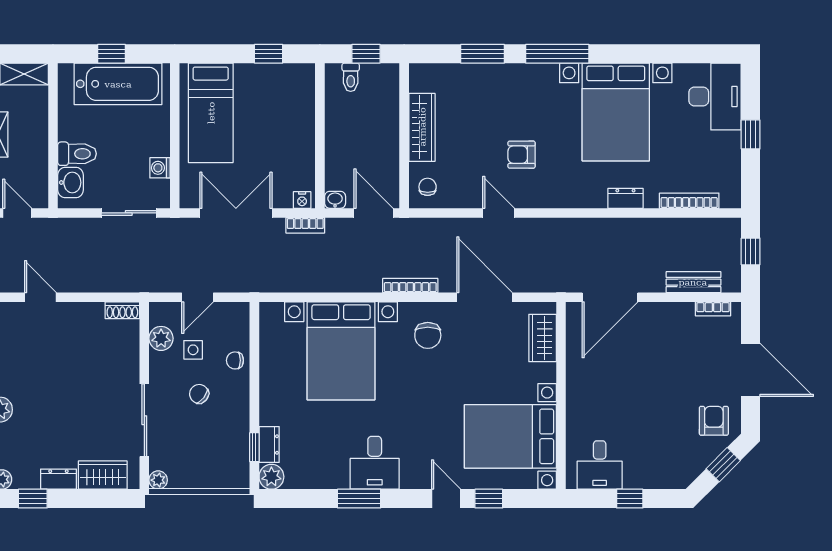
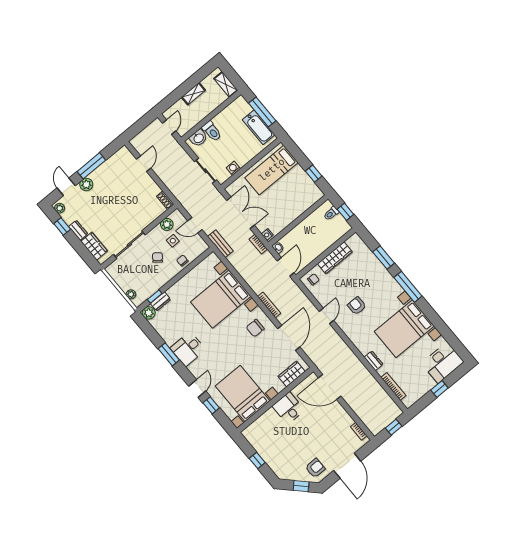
window: (111, 54) -> (262, 112), width x2.17
bathtub: (118, 84) -> (259, 127), width x0.73, depth x0.73
bench: (693, 282) -> (220, 244), moved
desk: (600, 465) -> (288, 408), moved, turned 90
plant: (158, 480) -> (131, 294), moved

